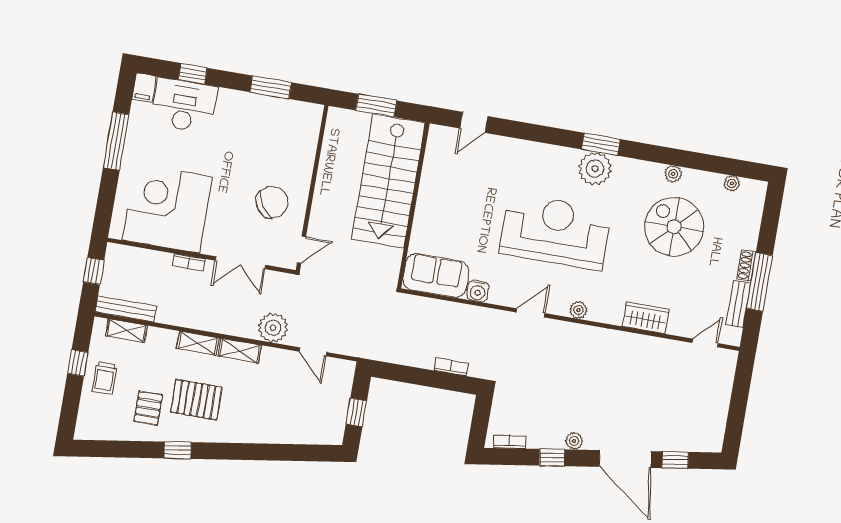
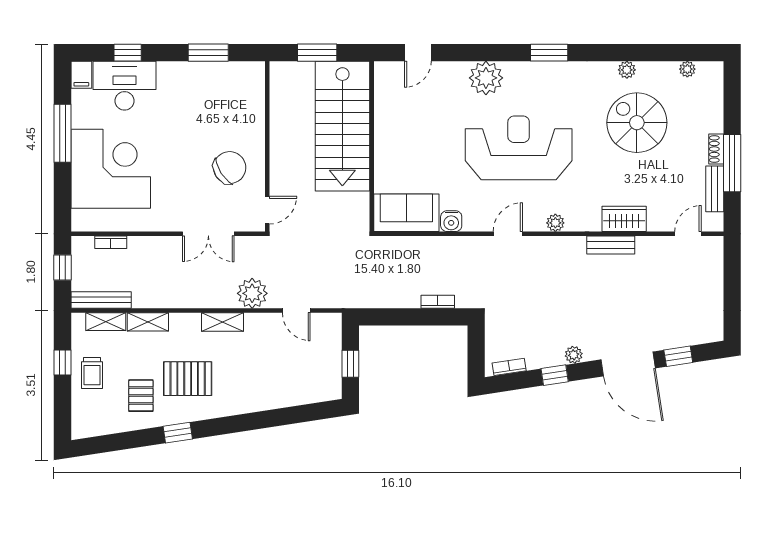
plant: (595, 169) -> (486, 78), moved
corner desk: (167, 208) -> (111, 169), moved, turned 90
bookcase: (189, 262) -> (111, 242), moved
bench: (628, 341) -> (611, 245), added
shelving: (198, 343) -> (148, 322), moved

